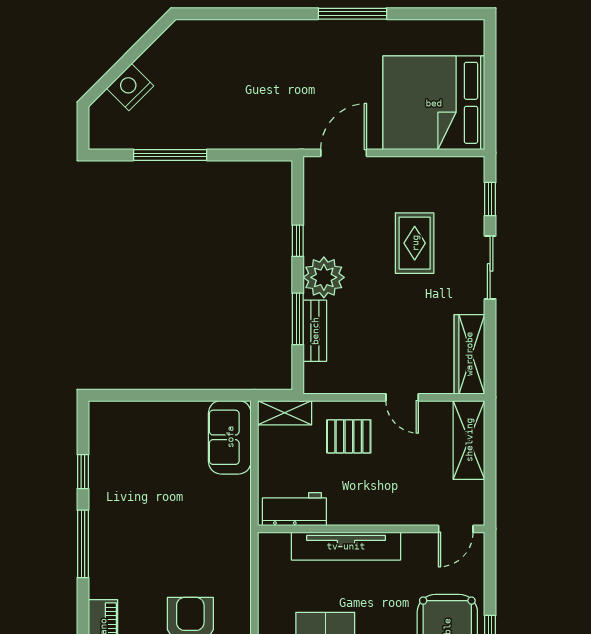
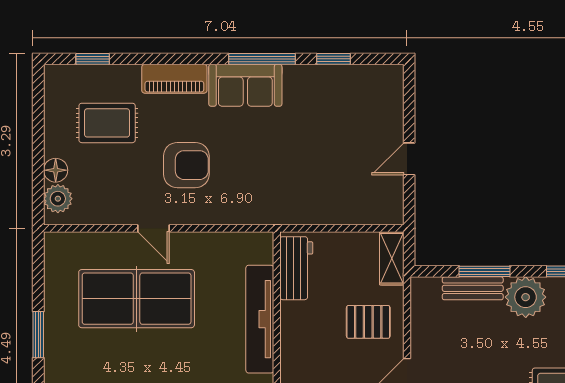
door: (184, 395) -> (409, 159), added
pallet: (349, 436) -> (368, 322), turned 90
sofa: (230, 437) -> (245, 85), moved, turned 180

